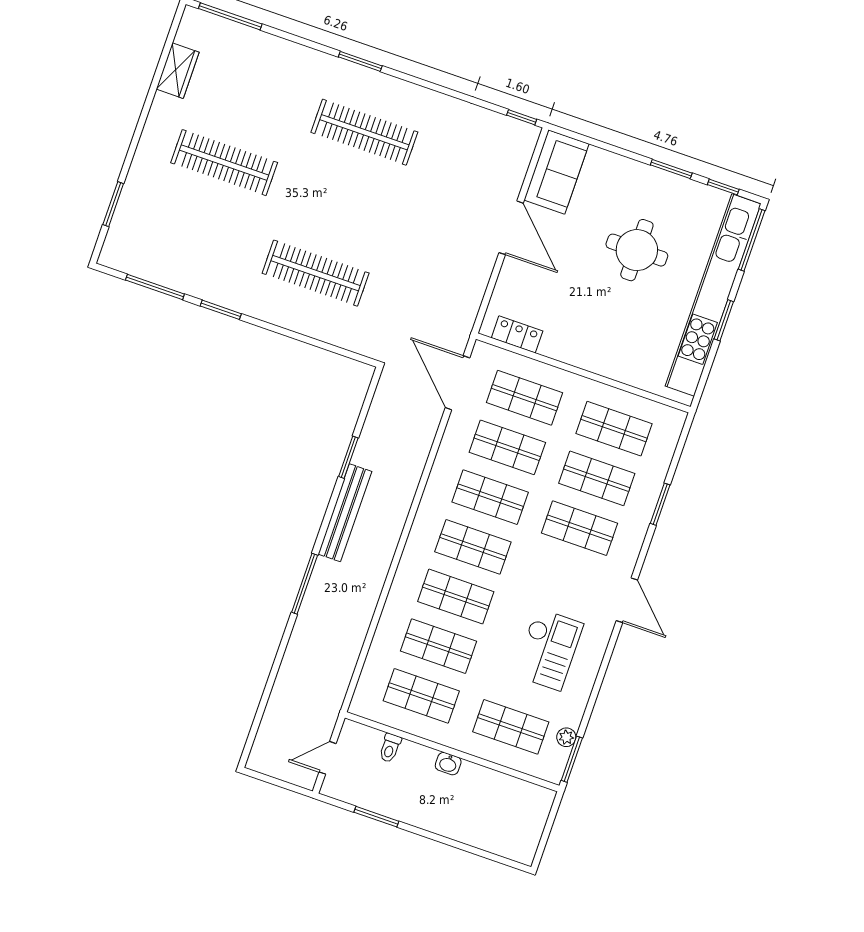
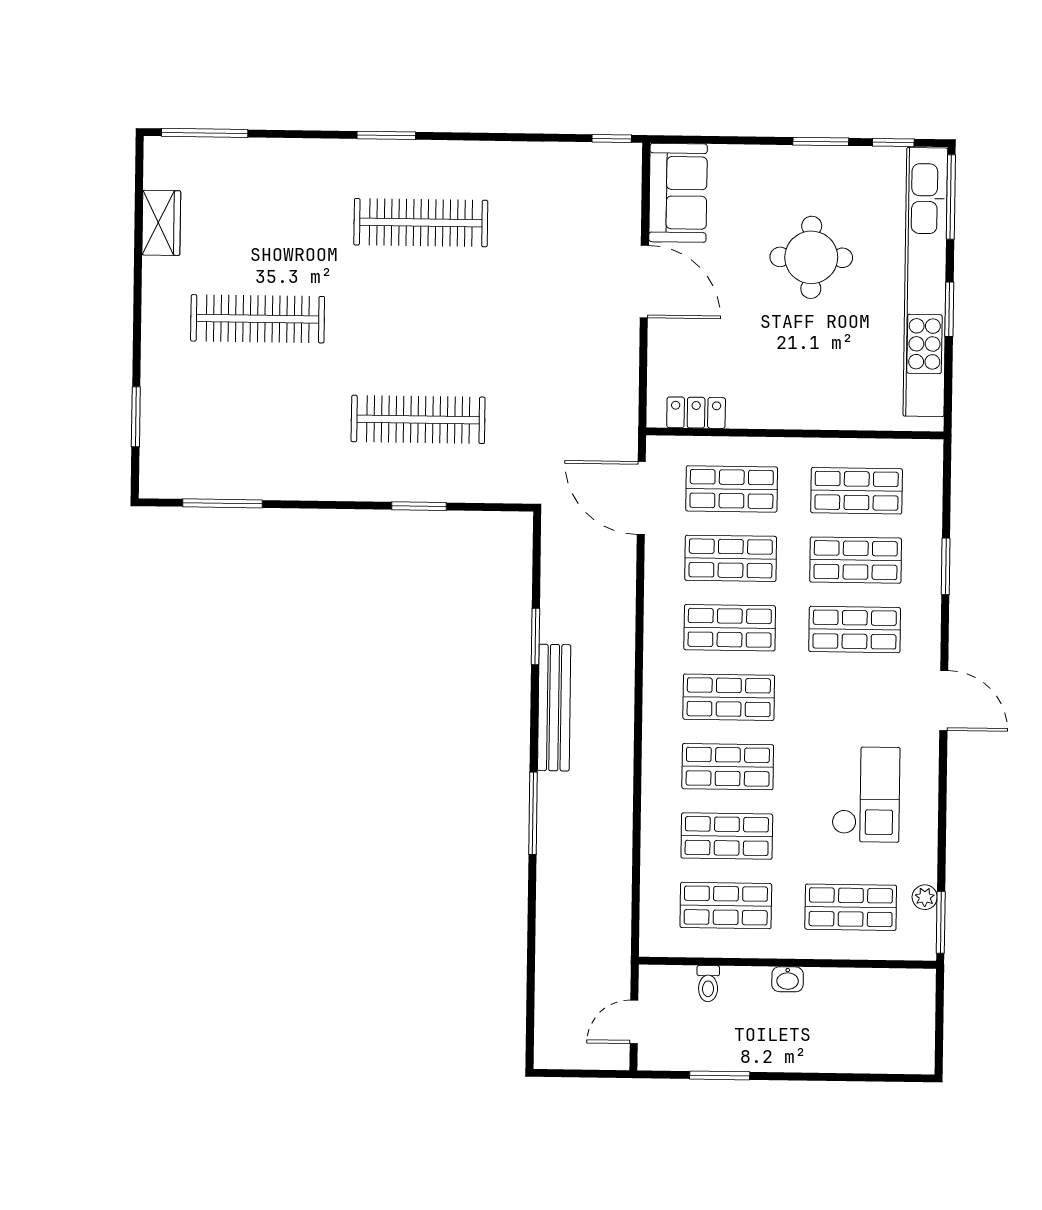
window: (221, 310) -> (419, 506), moved

